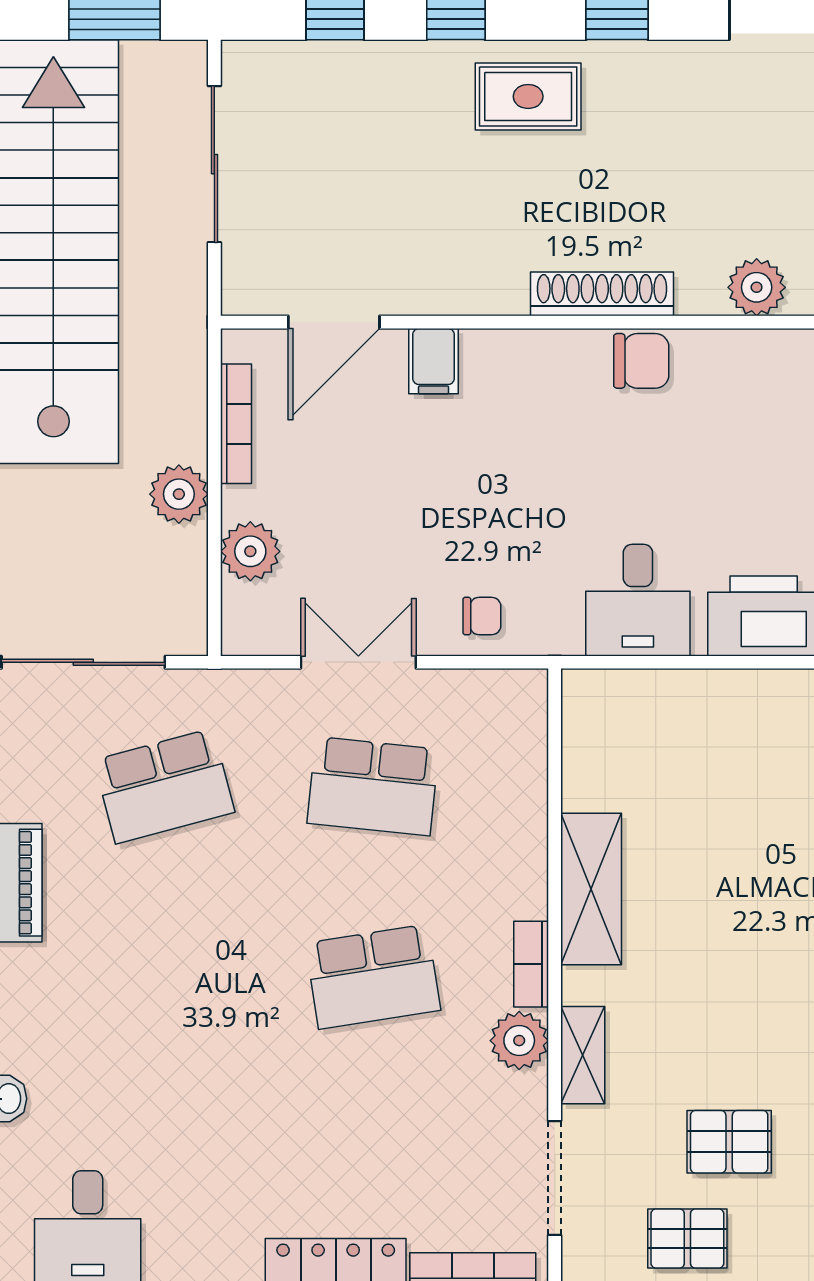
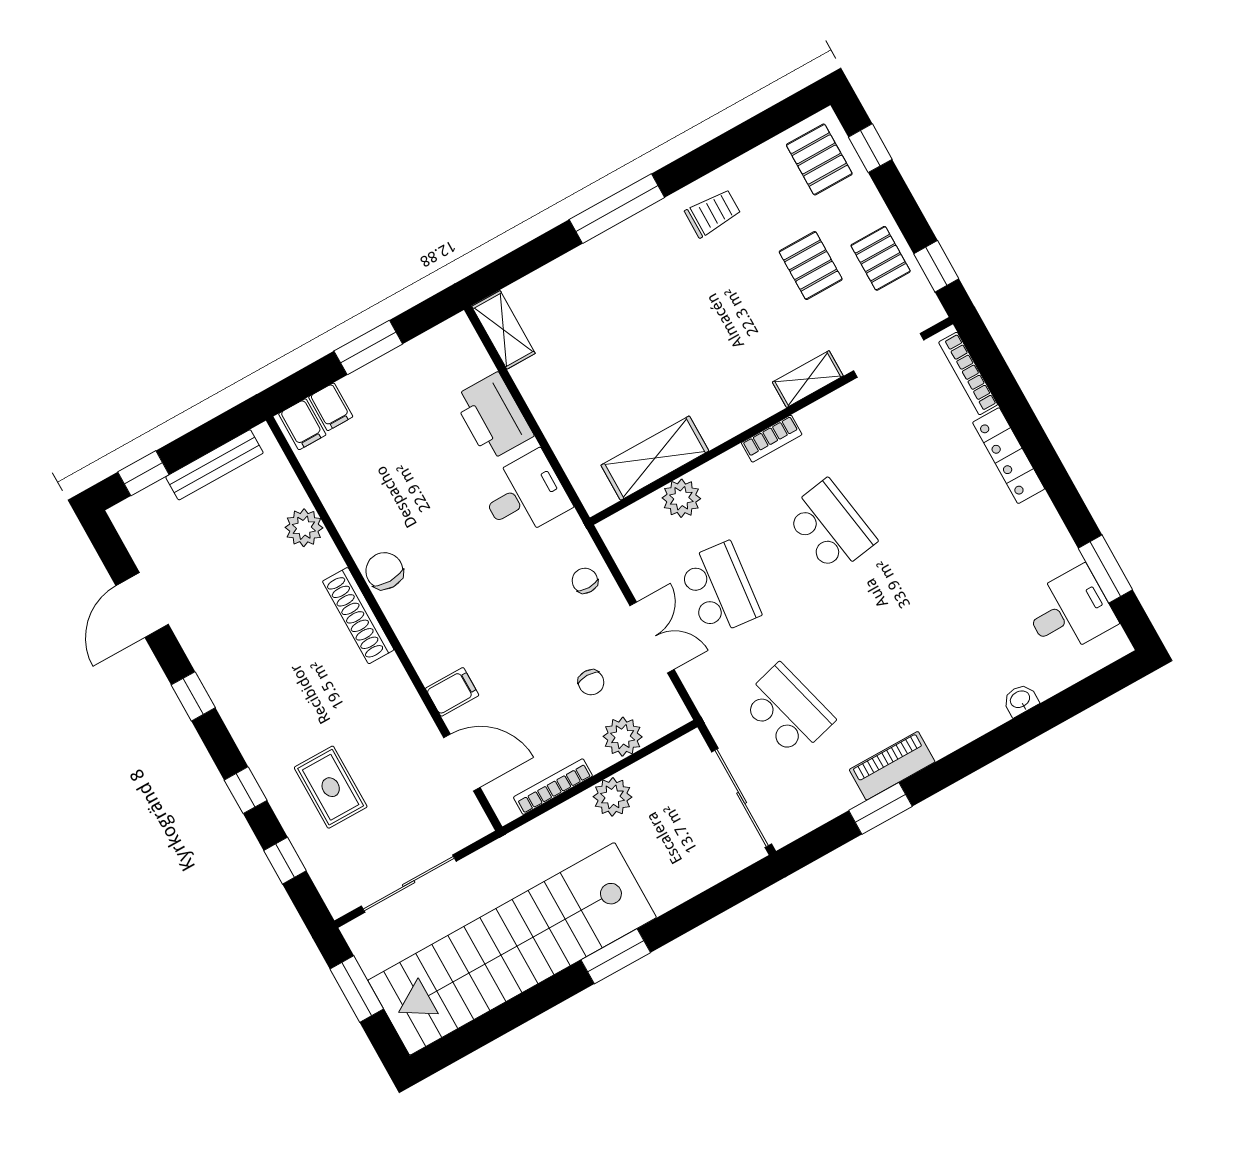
rug: (528, 96) -> (331, 787), moved
chair: (344, 550) -> (591, 682), added
double door: (358, 662) -> (652, 638), swing flipped
shelving: (591, 889) -> (655, 458), moved
plant: (519, 1041) -> (681, 498), moved

